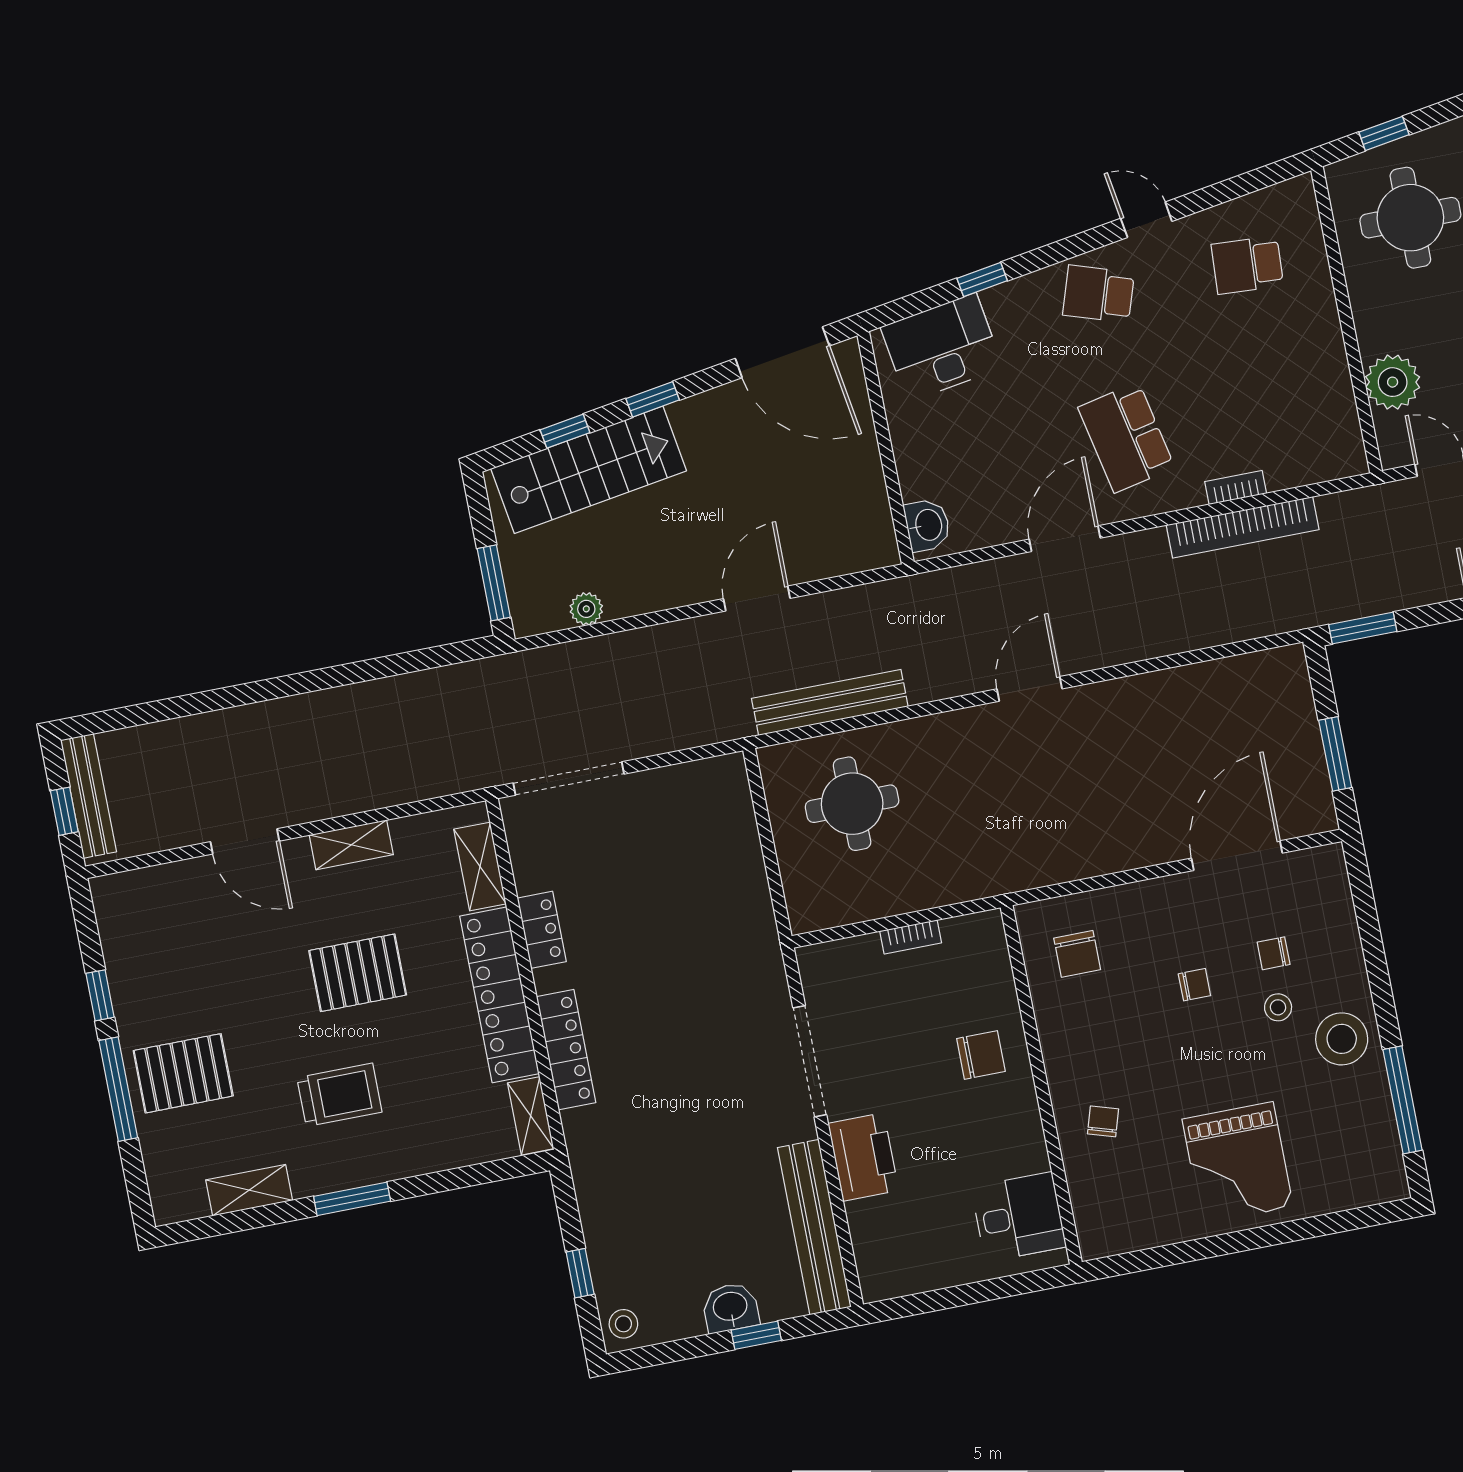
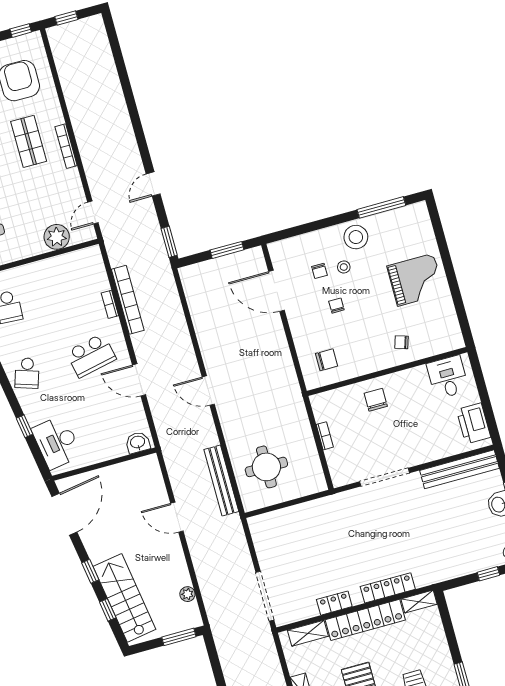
printer: (863, 1157) -> (474, 423), moved, turned -90

